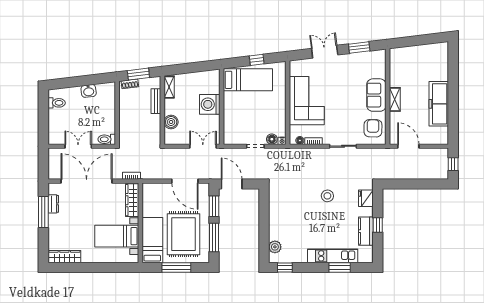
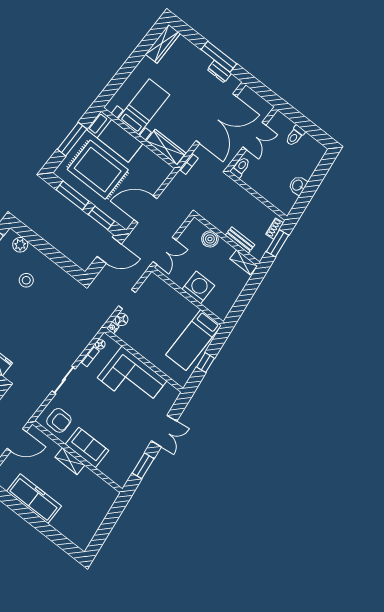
toilet: (57, 103) -> (295, 136), moved
stool: (327, 196) -> (26, 280), moved

